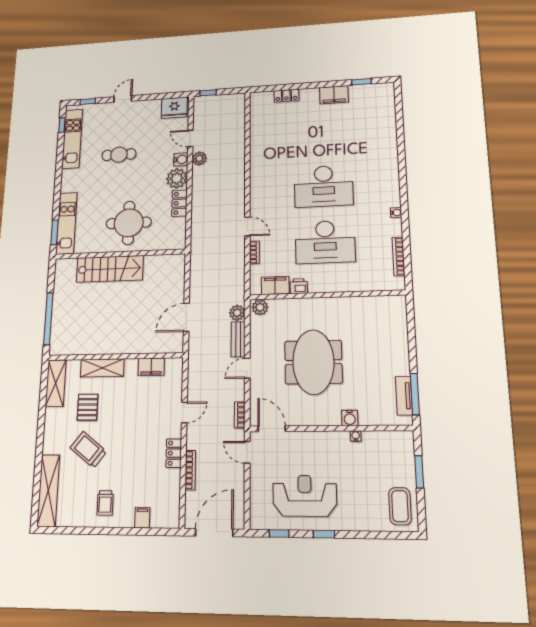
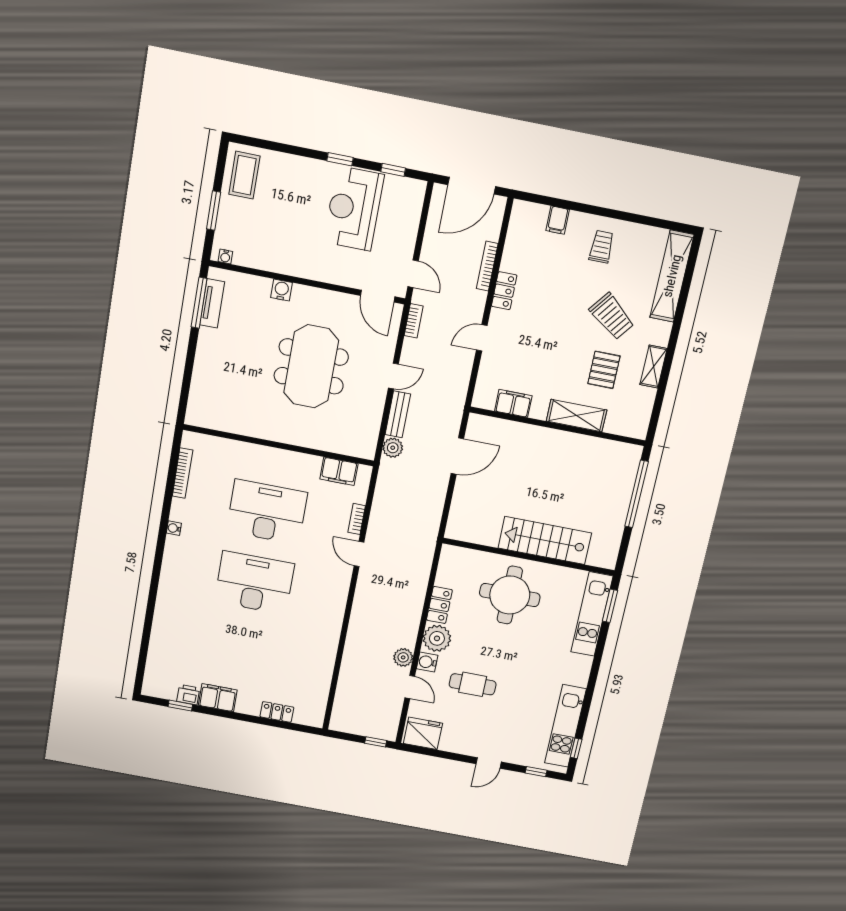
cafe table: (119, 155) -> (473, 684), moved
printer: (299, 286) -> (188, 695), moved, turned 180
plant: (260, 307) -> (363, 448), removed
shelving: (56, 383) -> (653, 366), moved, width x0.67, depth x0.75
water cooler: (356, 436) -> (225, 257), moved
reception desk: (305, 496) -> (354, 208), turned 90

